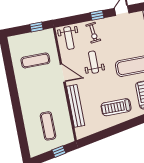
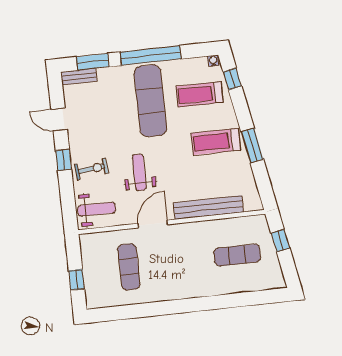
window: (36, 27) -> (77, 280), moved
weight bench: (94, 62) -> (139, 172), turned 90
treadmill: (116, 107) -> (216, 142), turned 90
window: (116, 130) -> (252, 146), added

